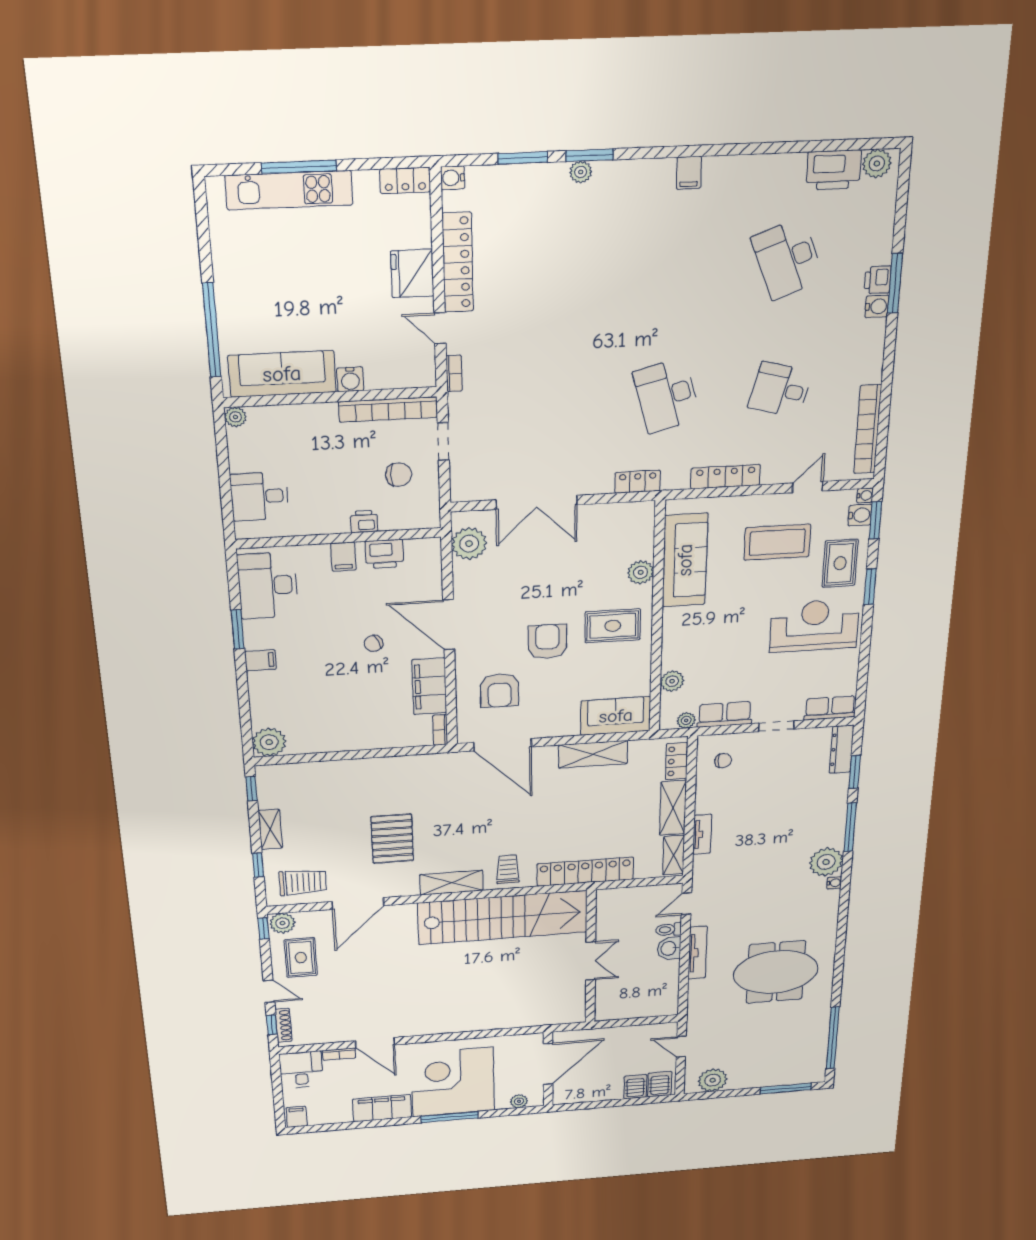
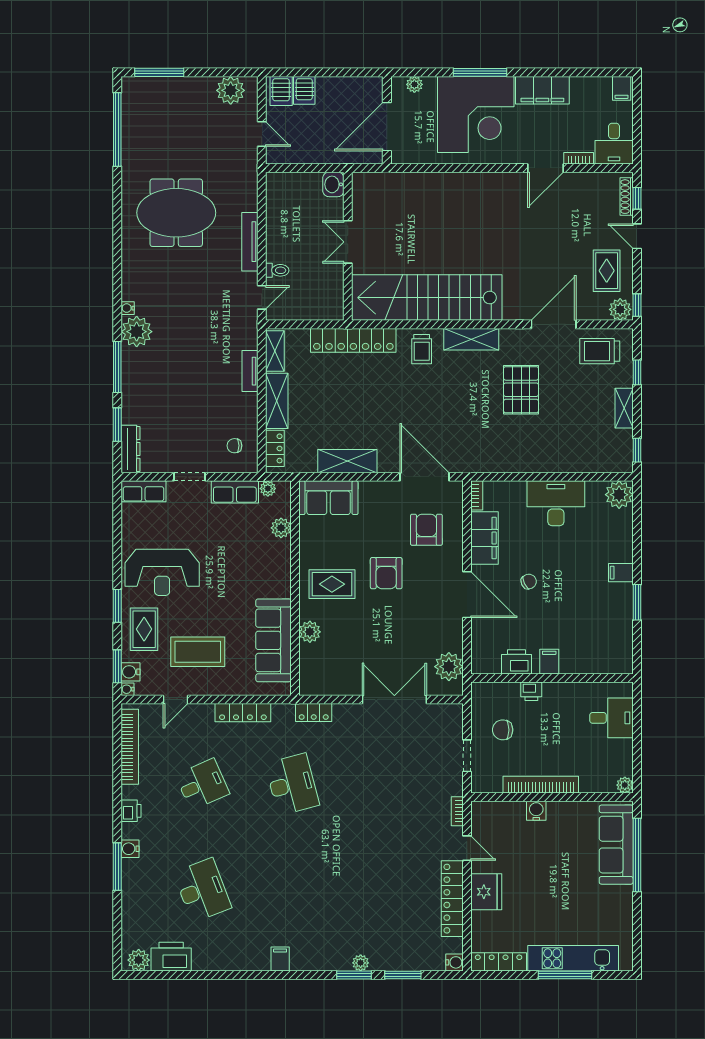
locker: (405, 180) -> (499, 962), width x1.53
printer: (878, 280) -> (131, 811), moved
sofa: (282, 374) -> (616, 845), moved, turned 90
desk: (780, 390) -> (202, 784), turned -39
bookcase: (388, 409) -> (541, 785), moved
desk: (268, 586) -> (556, 503), moved, turned -90
washbasin: (669, 948) -> (333, 184), moved, turned 180
door: (375, 1043) -> (546, 168), swing flipped

